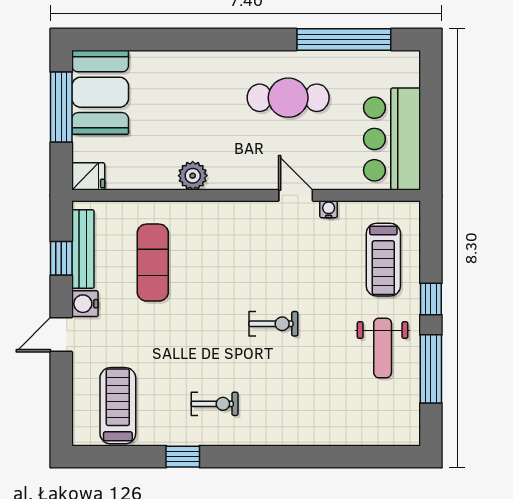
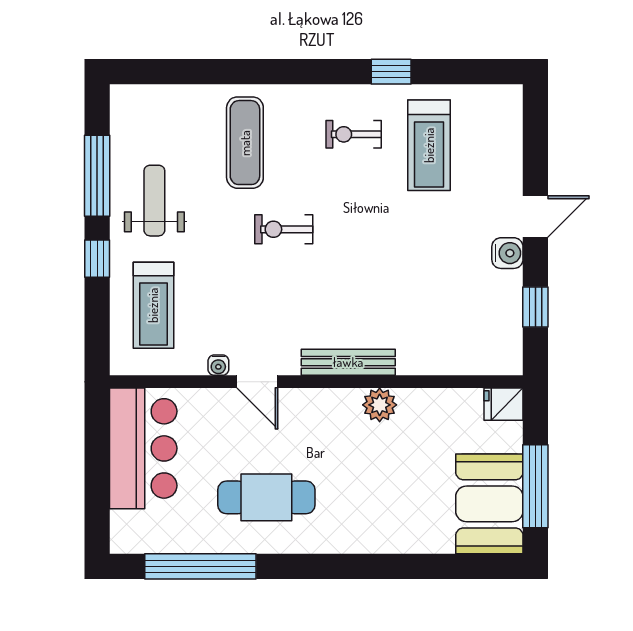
bench: (83, 249) -> (348, 362), moved, turned 90
treadmill: (383, 260) -> (153, 305), turned 180
exercise mat: (153, 263) -> (245, 143), moved
treadmill: (118, 406) -> (429, 145), moved

